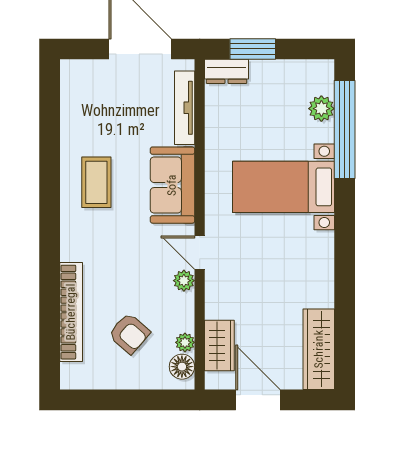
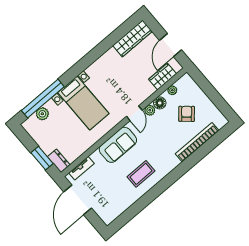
tv unit: (185, 108) -> (81, 168), width x0.71
floor lamp: (182, 367) -> (160, 103), moved

